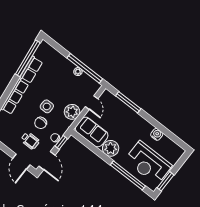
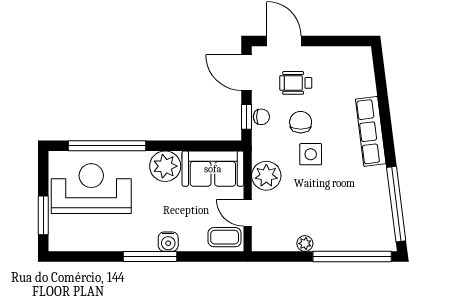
window: (85, 68) -> (352, 257), moved
row of seats: (31, 70) -> (378, 191), removed
coffee table: (109, 100) -> (225, 237), added
window: (128, 102) -> (150, 257), moved
water cooler: (157, 134) -> (168, 242), moved
window: (166, 181) -> (43, 215), moved

